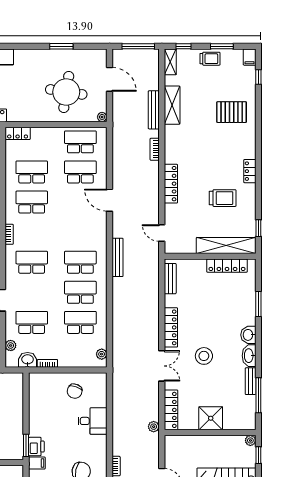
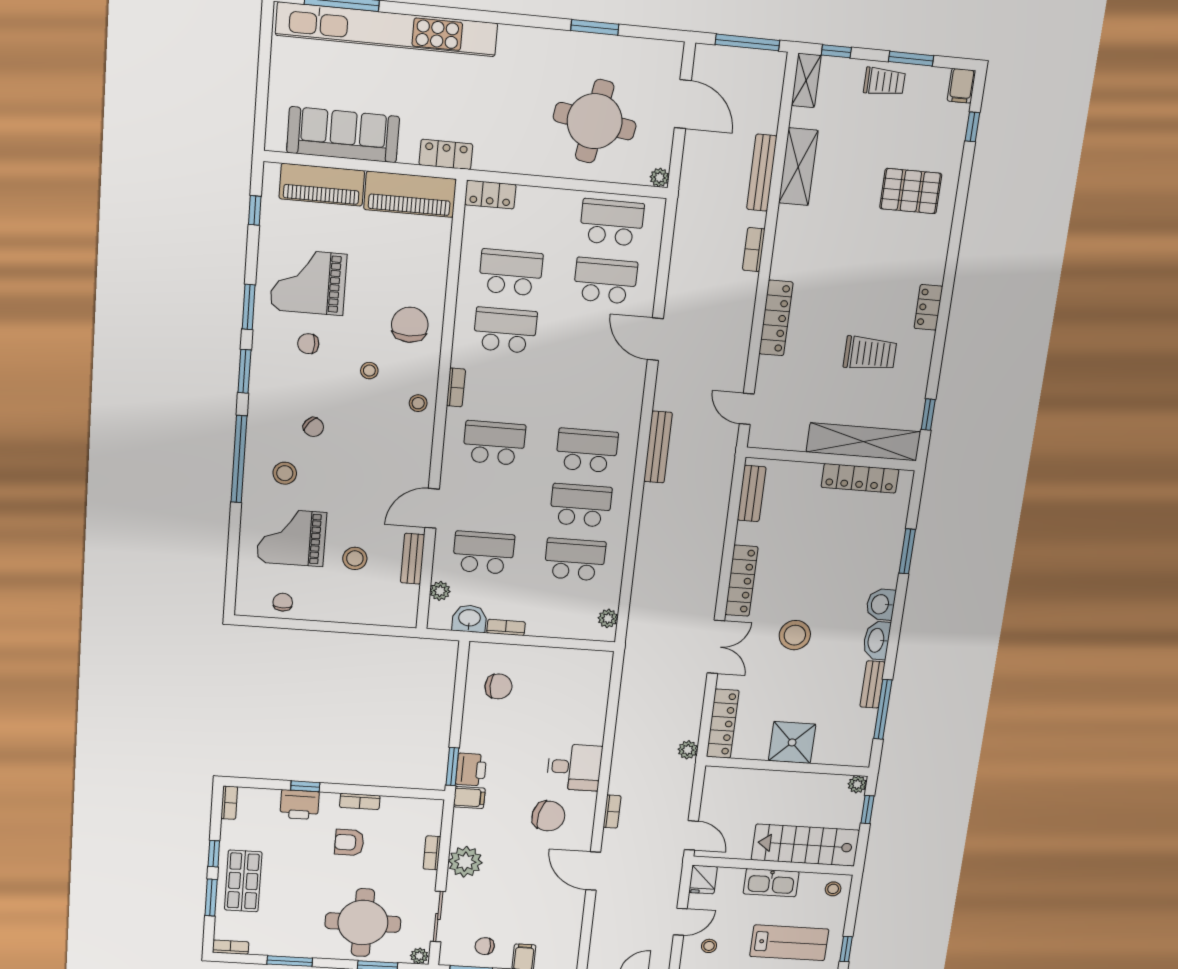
chair: (75, 391) -> (498, 686), moved, turned -109
desk: (93, 421) -> (574, 767), moved

